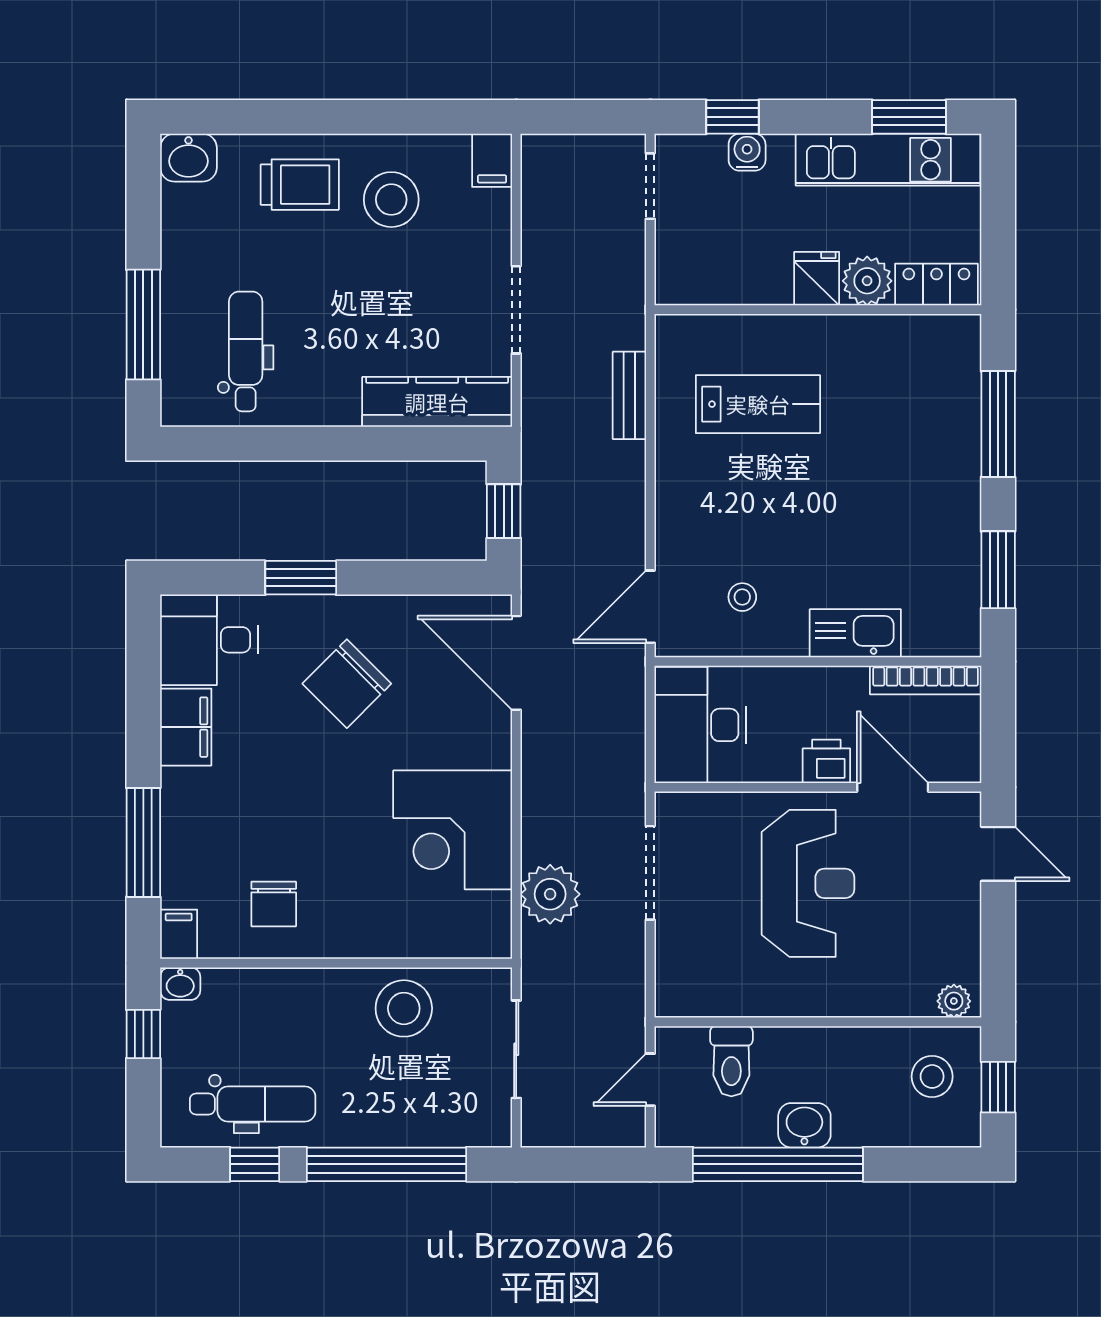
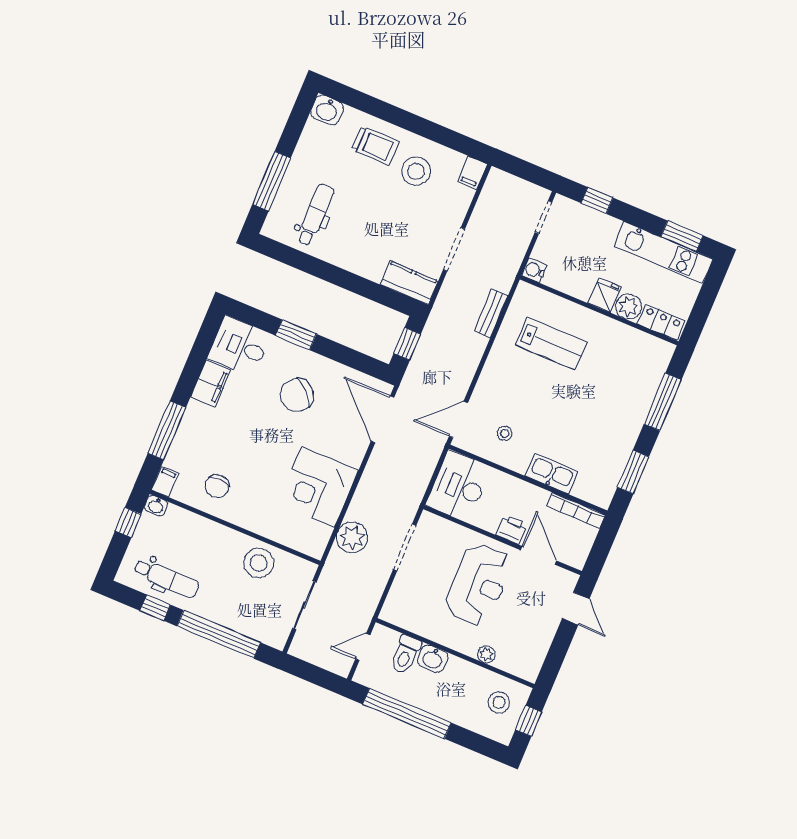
water cooler: (747, 152) -> (534, 270), moved, turned -90
kitchen counter: (437, 402) -> (409, 283), width x0.67
plant: (954, 1001) -> (486, 654), moved
washbasin: (804, 1125) -> (433, 659), moved, turned 180

